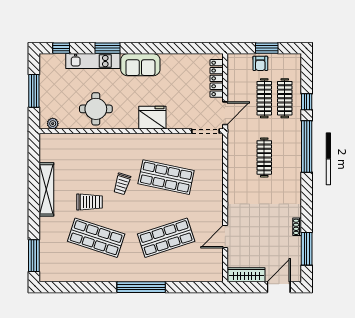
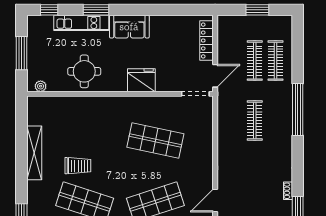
armchair: (260, 63) -> (251, 25), removed
window: (307, 102) -> (298, 64), removed
trolley: (122, 184) -> (111, 147), removed

